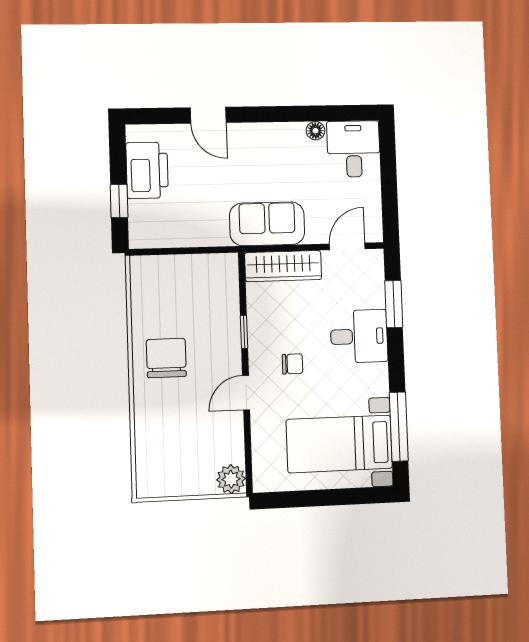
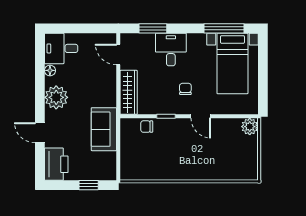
door: (208, 115) -> (40, 133), swing flipped
plant: (270, 142) -> (56, 97), added
printer: (147, 170) -> (56, 164), moved, turned 90
sofa: (267, 224) -> (104, 129), moved
chair: (166, 358) -> (147, 127), moved, width x0.54, depth x0.54

